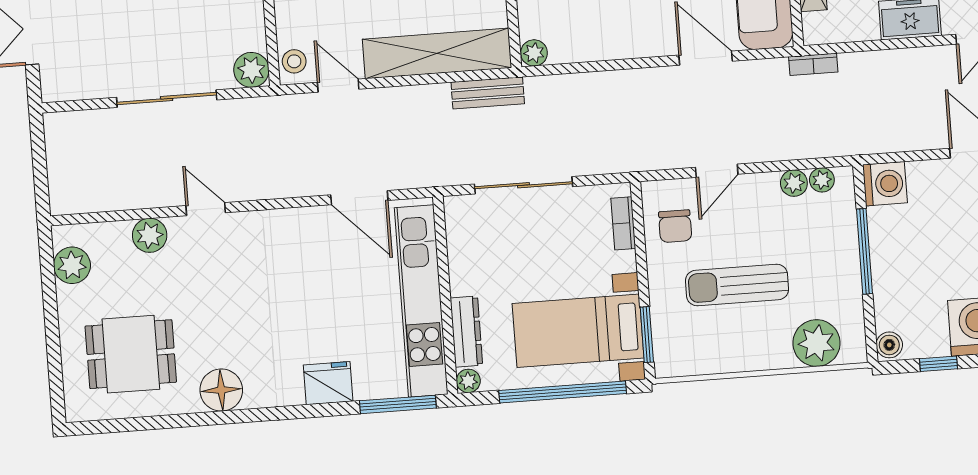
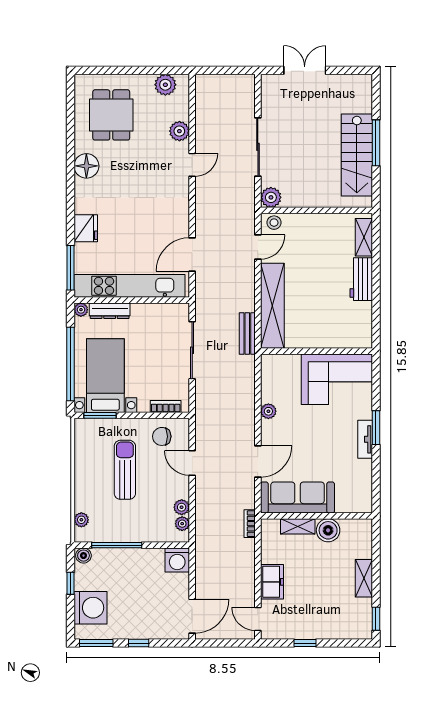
plant: (534, 53) -> (268, 411), moved
window: (864, 251) -> (117, 545), moved
plant: (817, 343) -> (81, 520), width x0.53, depth x0.53

